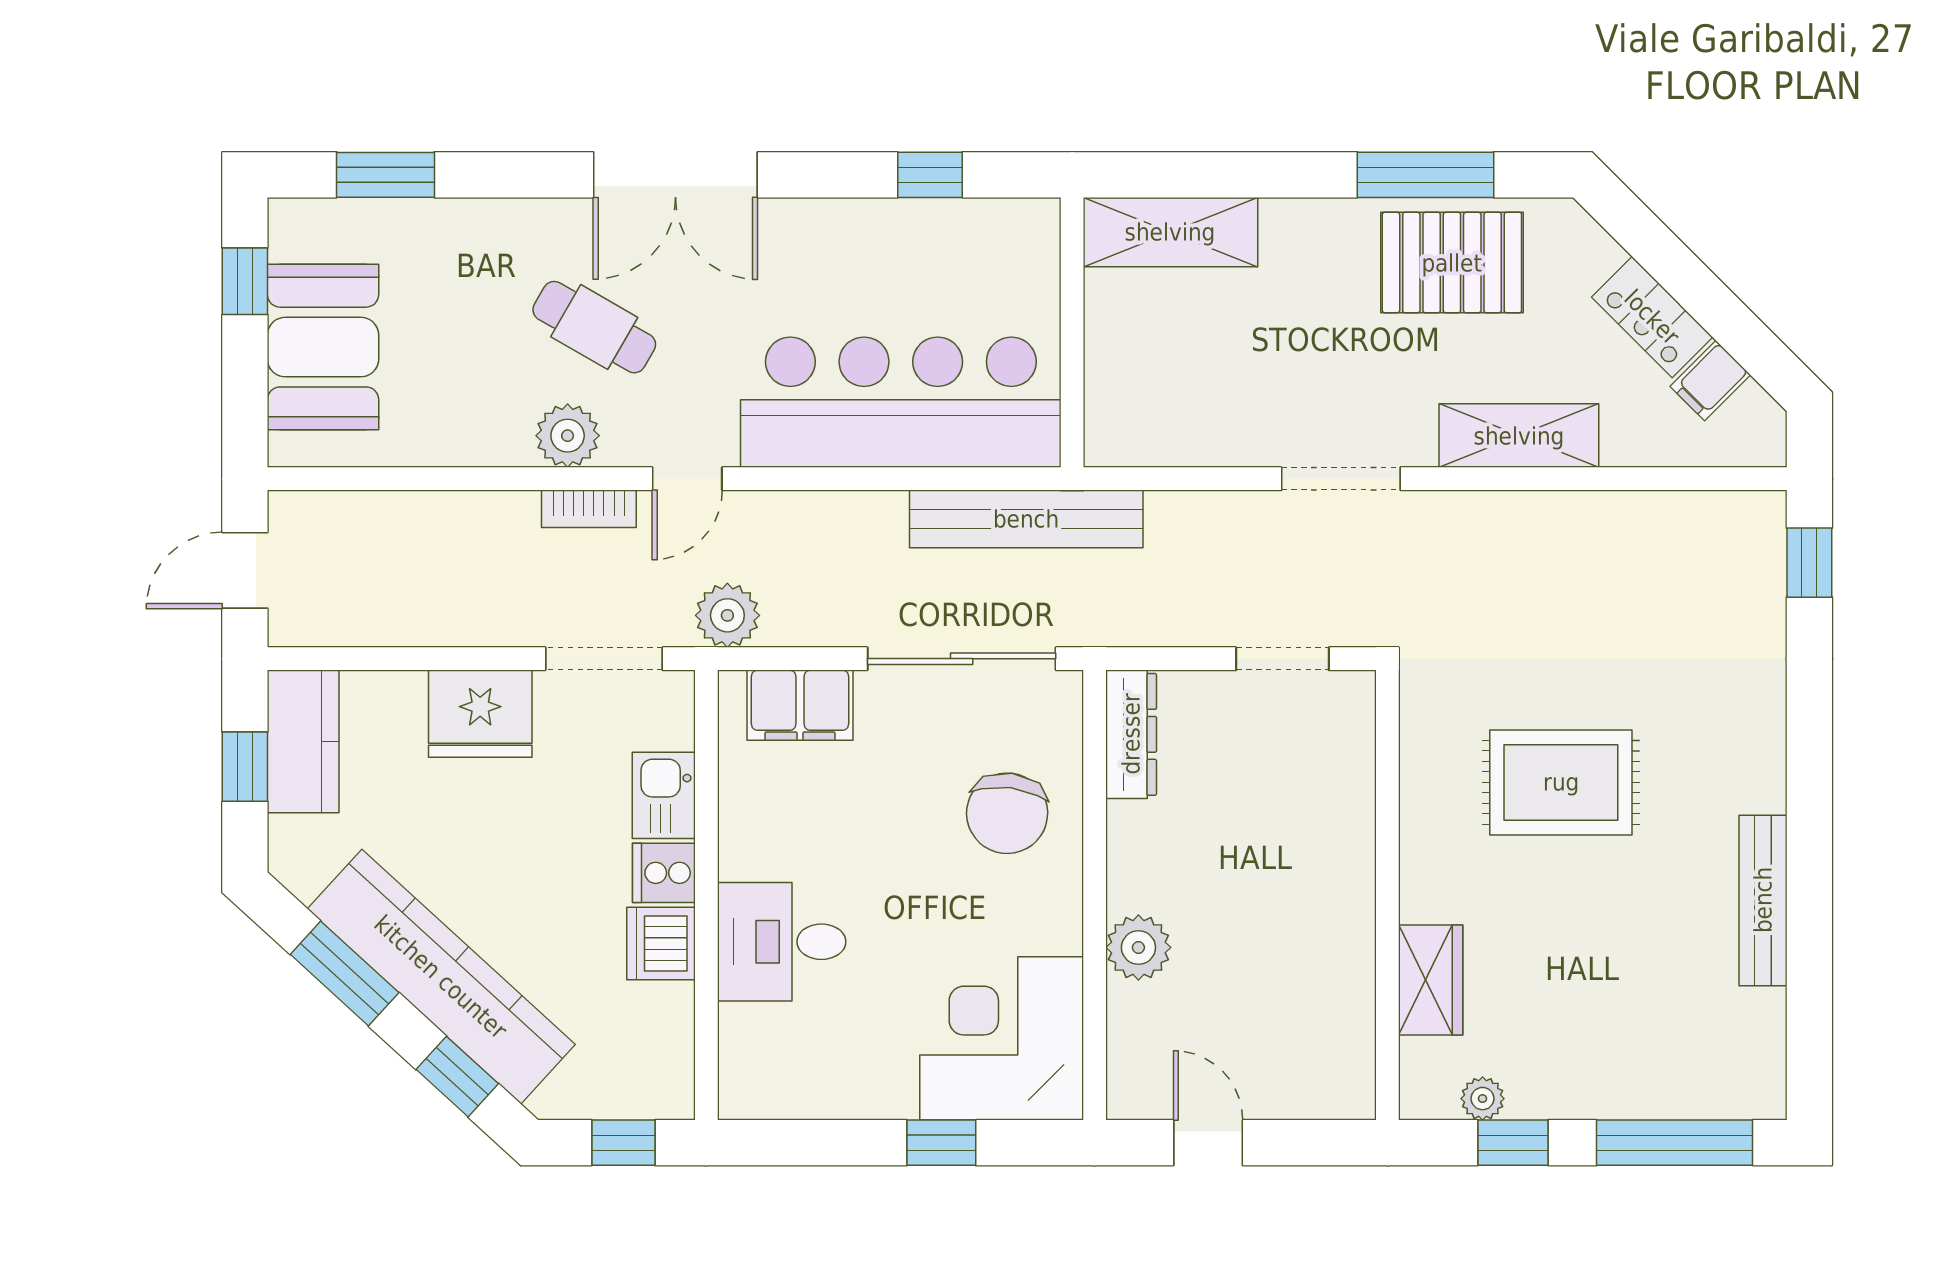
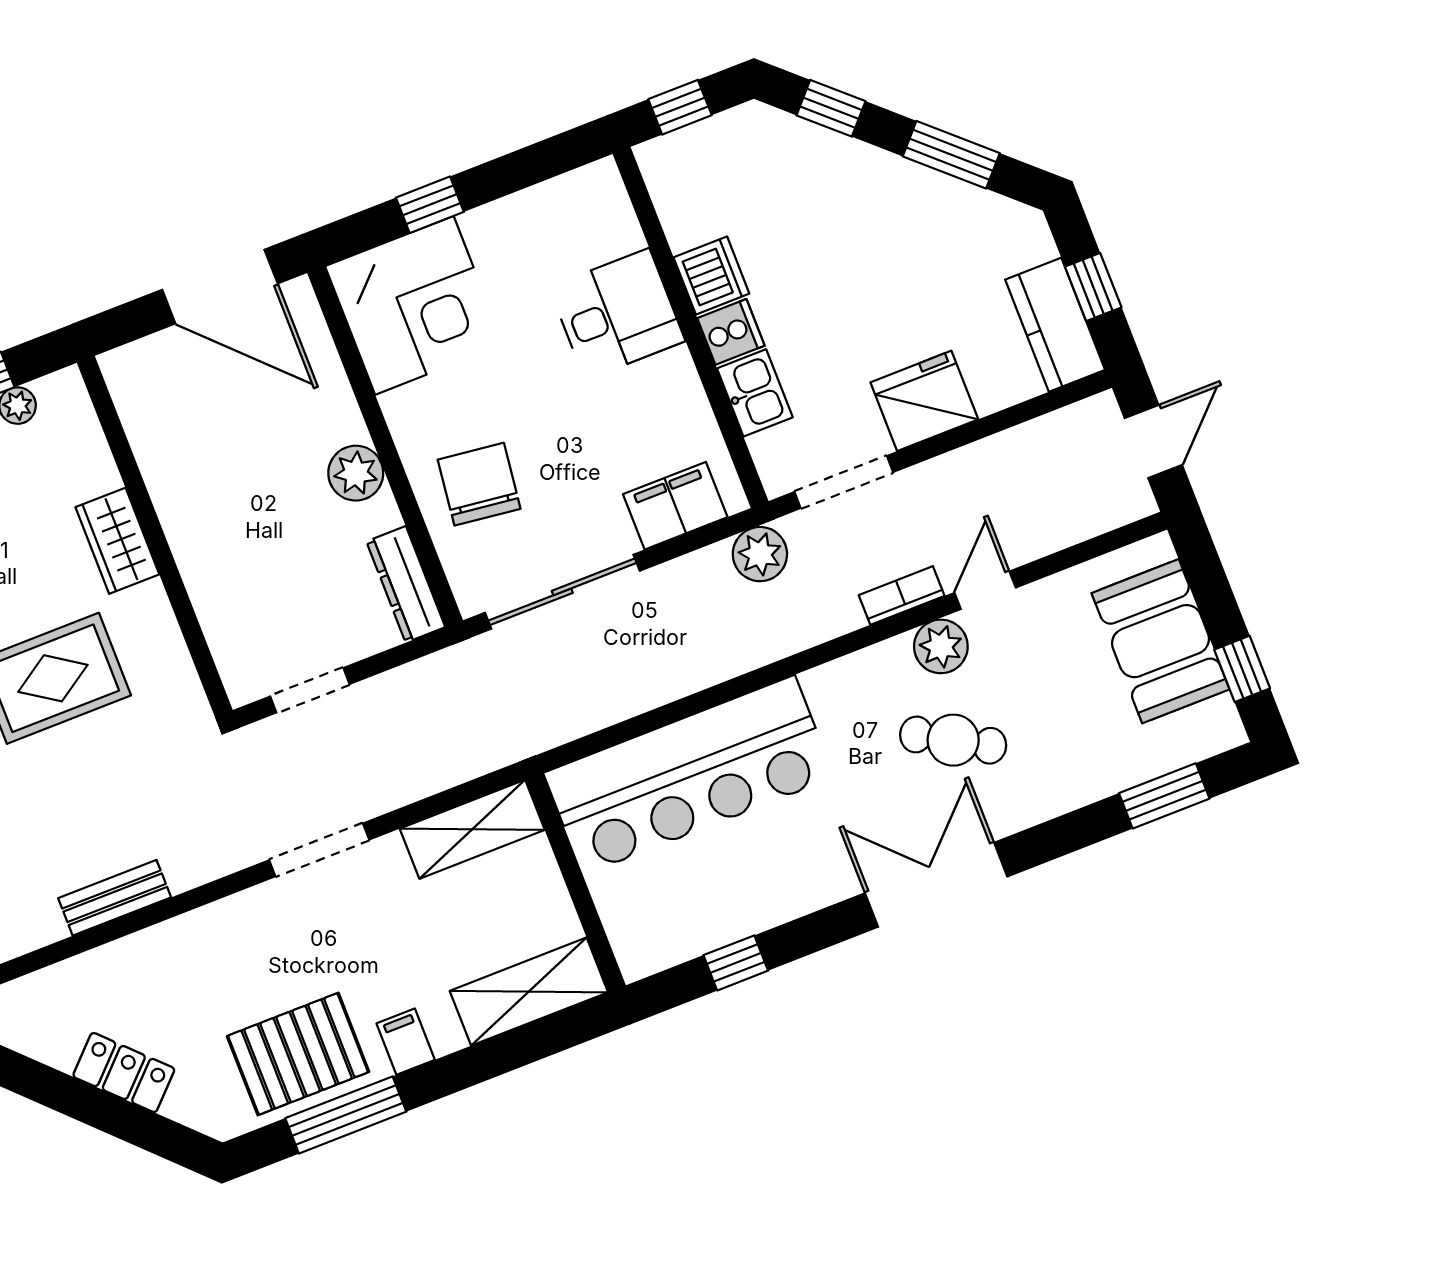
filing cabinet: (1710, 381) -> (406, 1042), moved, turned -45
shelving: (1519, 436) -> (472, 829), moved
door: (687, 479) -> (985, 590), moved
bench: (1026, 519) -> (115, 898), moved, width x0.54, depth x0.82
plant: (1138, 947) -> (356, 473), moved
kitchen counter: (441, 977) -> (874, 182), removed
wardrobe: (1431, 980) -> (117, 541), moved
door: (1208, 1143) -> (220, 287), width x1.88

